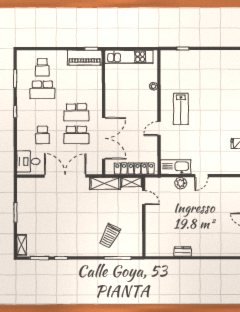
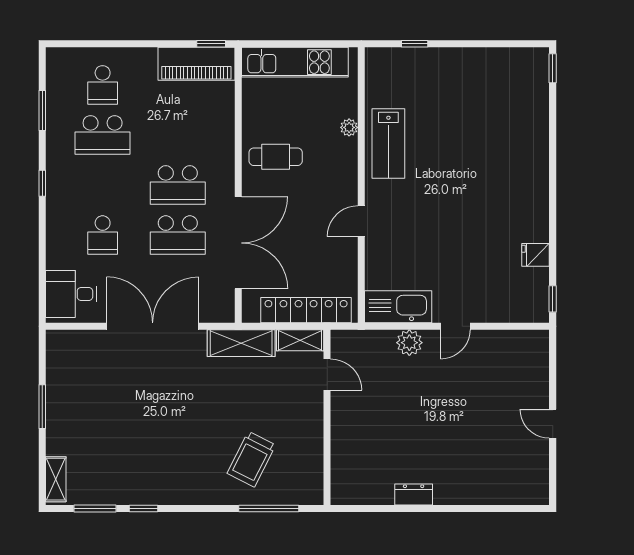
cafe table: (120, 100) -> (276, 157), added
lab bench: (181, 109) -> (388, 144), moved

